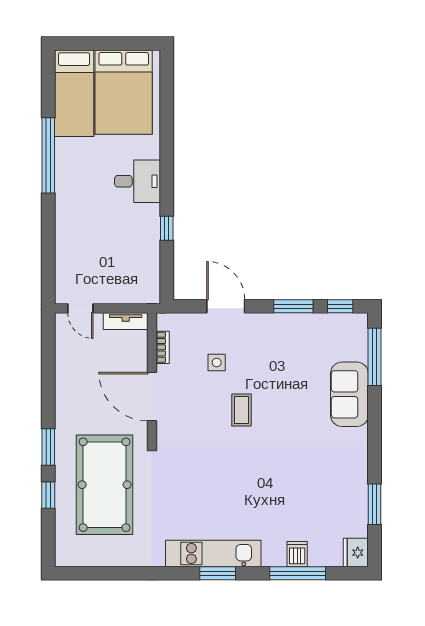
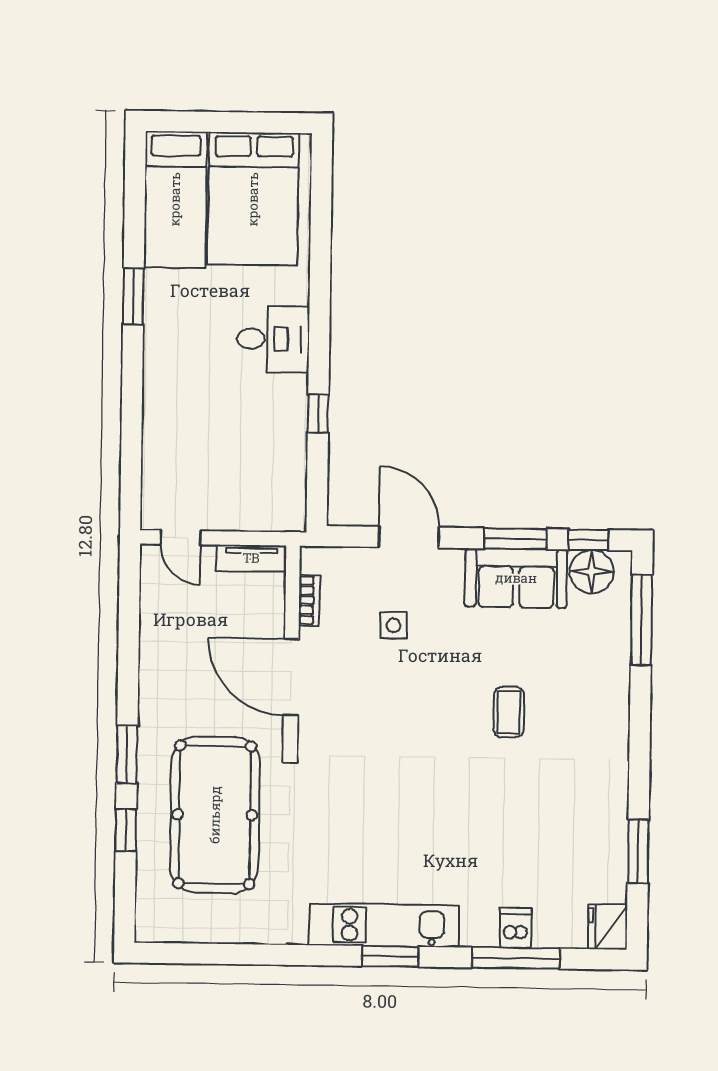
window: (48, 155) -> (133, 296), width x0.47
floor lamp: (342, 327) -> (592, 572), added
sofa: (349, 394) -> (516, 578), moved, turned -90
coffee table: (242, 410) -> (509, 712), moved

